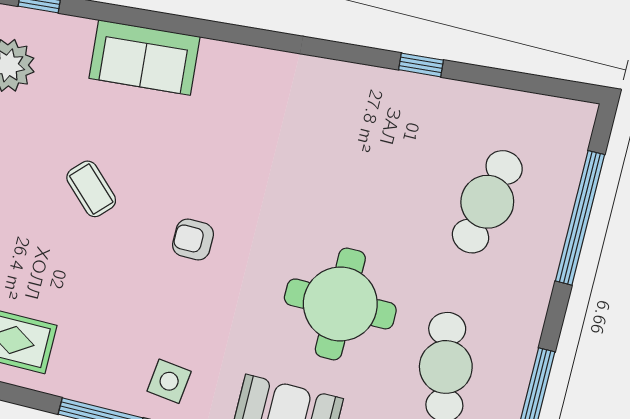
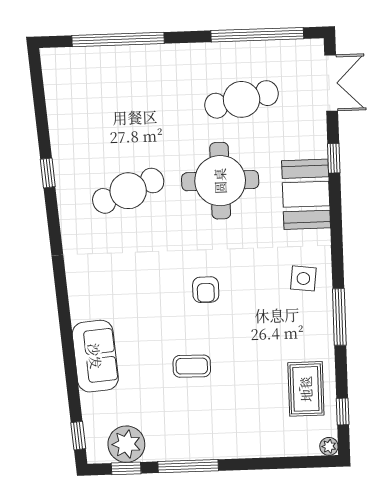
coffee table: (91, 189) -> (192, 366), turned 47
cafe table: (487, 202) -> (128, 191), moved, turned -33

